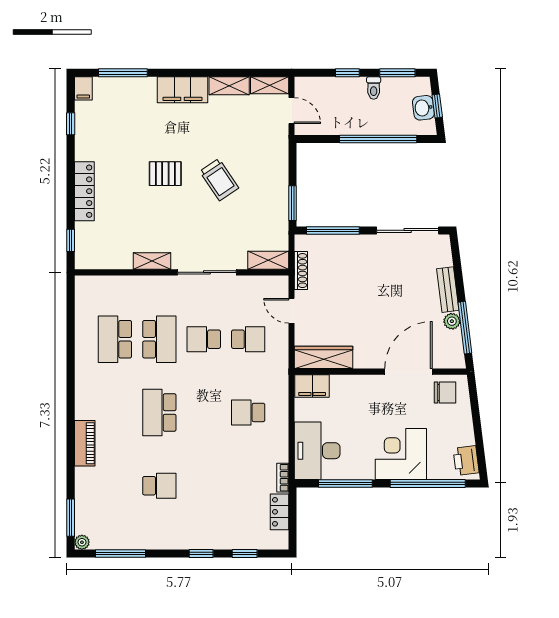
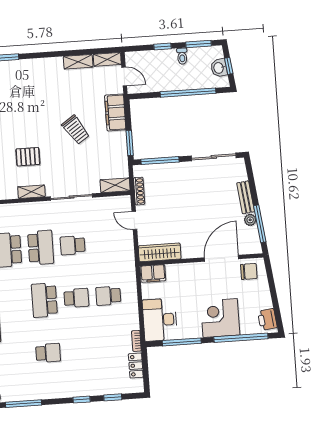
filing cabinet: (182, 90) -> (115, 112), moved, turned 90
pallet: (165, 174) -> (28, 157), moved
school desk: (248, 339) -> (76, 298), moved

